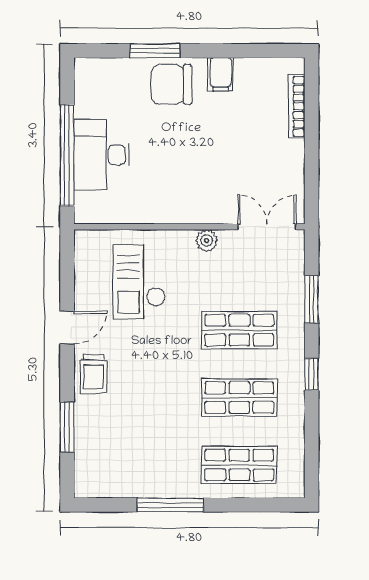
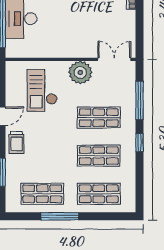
plant: (207, 240) -> (80, 72), width x1.88, depth x1.88
window: (312, 299) -> (140, 100), width x1.44
shop shelf: (139, 465) -> (42, 194), added

